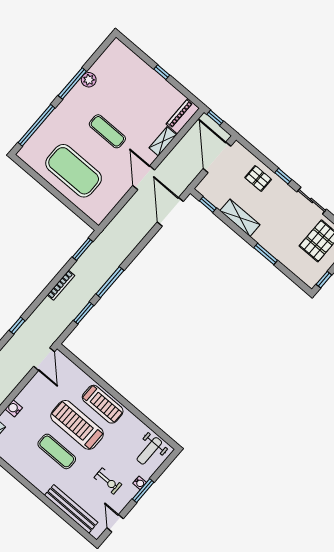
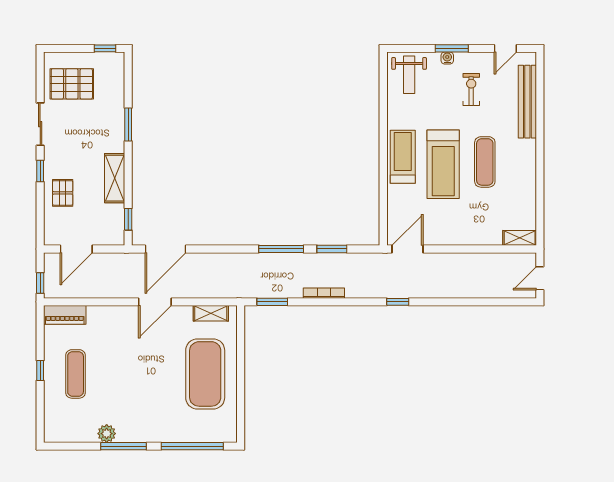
exercise mat: (107, 131) -> (76, 374), moved
shelving: (163, 141) -> (211, 313), moved
door: (217, 157) -> (76, 249), width x0.73
water cooler: (14, 408) -> (479, 238), removed
weight bench: (149, 451) -> (409, 75), turned 90

